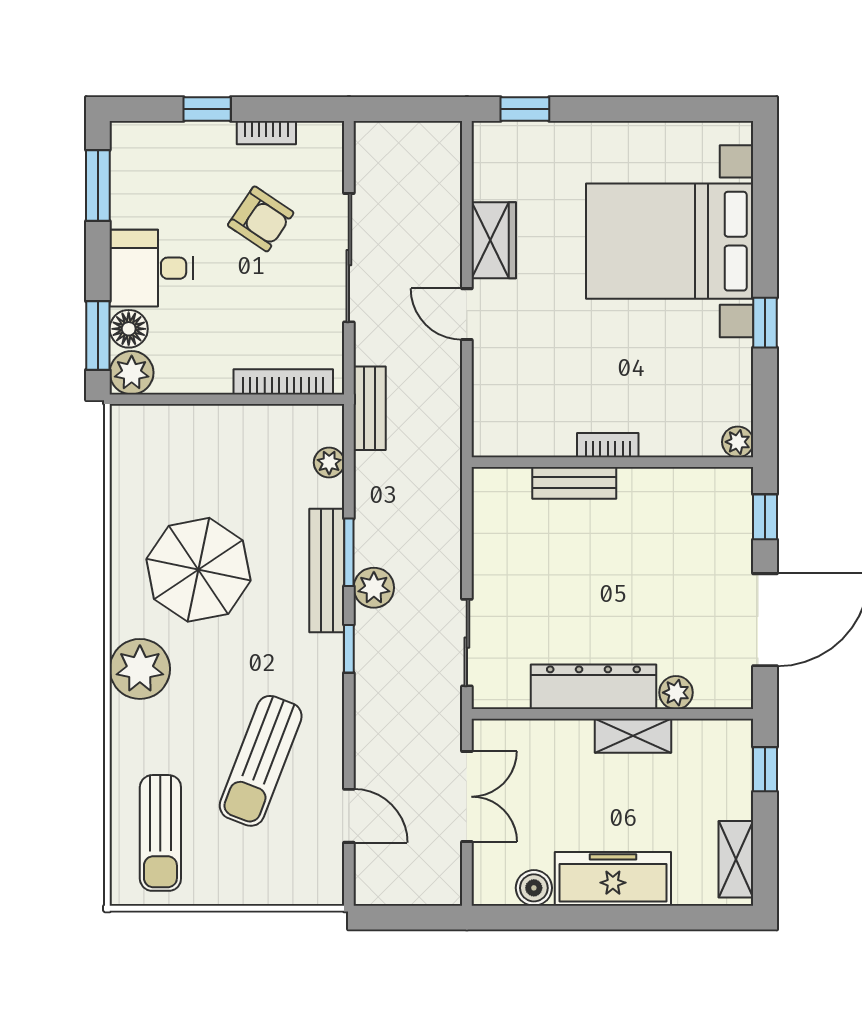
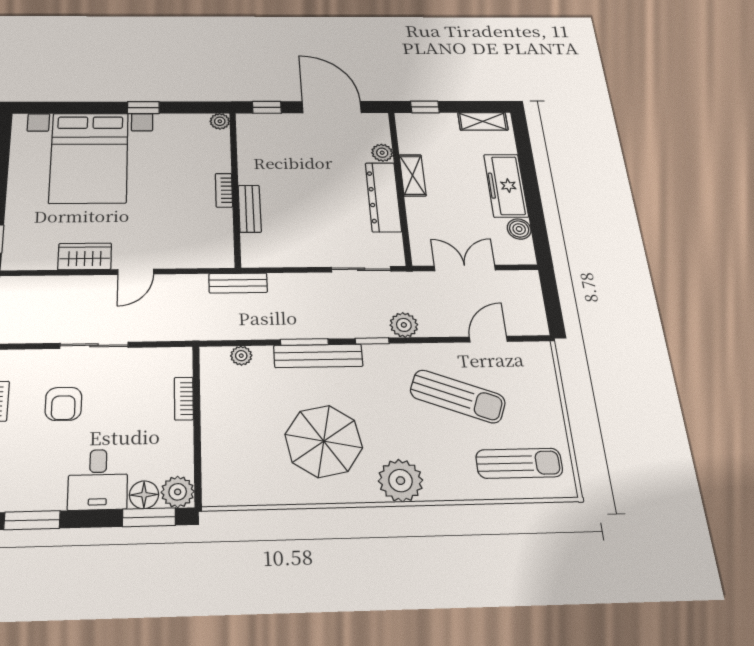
armchair: (261, 219) -> (63, 404), turned 146
sliding door: (349, 258) -> (94, 345), width x0.73
bookcase: (283, 382) -> (184, 398), width x0.64
bench: (370, 408) -> (238, 283), moved
plant: (374, 588) -> (404, 325), moved

